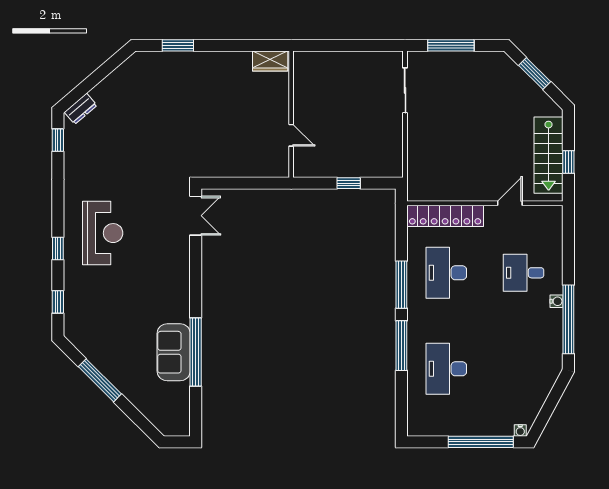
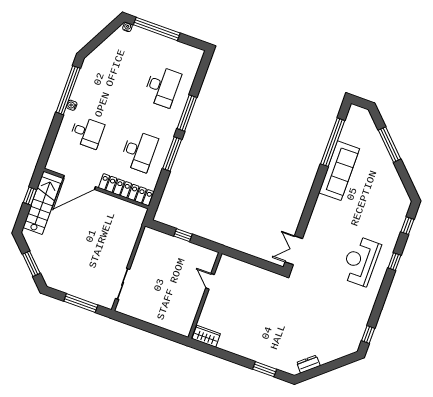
dresser: (81, 109) -> (308, 364), moved
door: (510, 203) -> (79, 183), width x1.87
sofa: (174, 352) -> (339, 171), width x1.36
window: (196, 352) -> (333, 142), moved
window: (100, 380) -> (390, 145), moved

